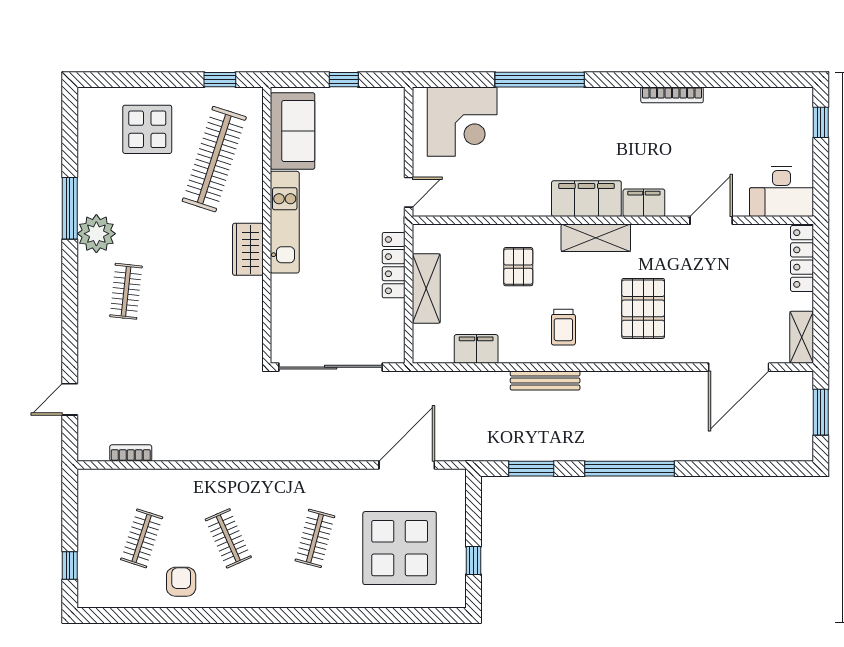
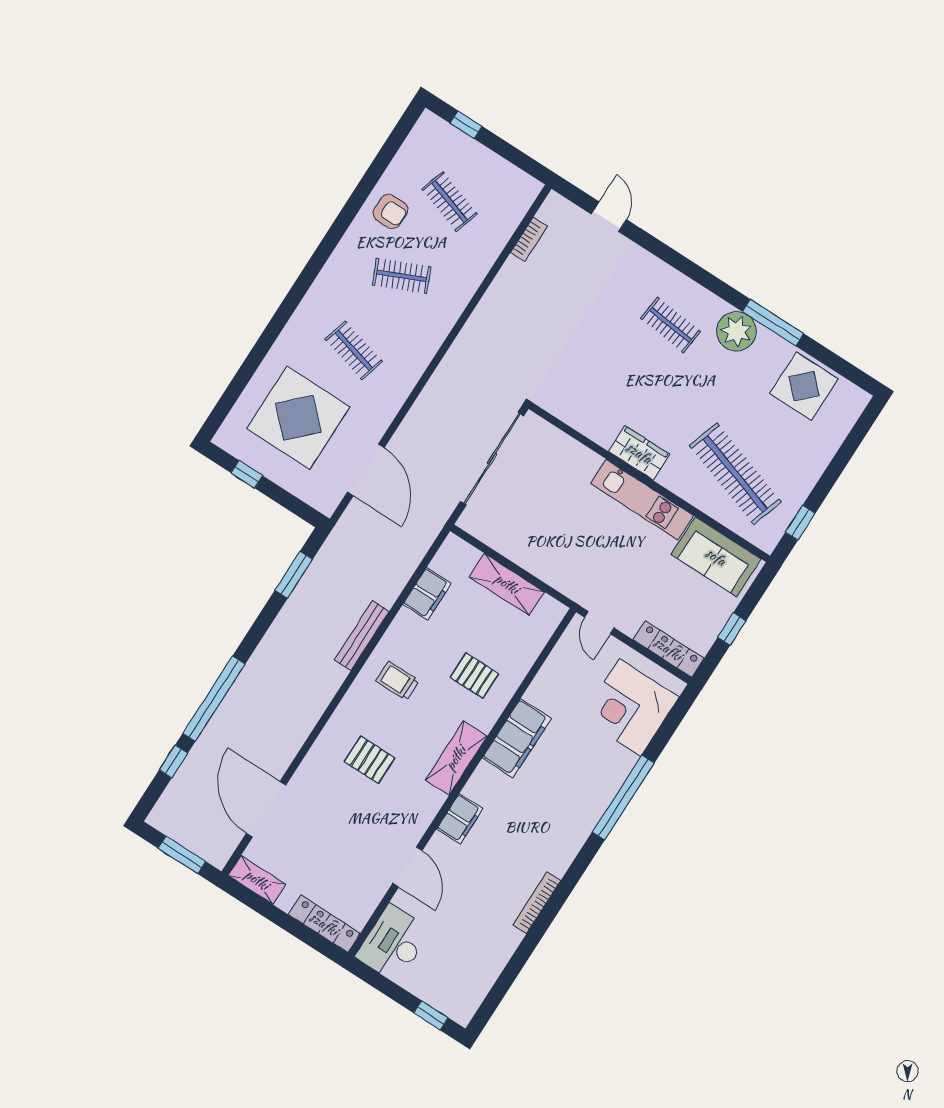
display table: (147, 129) -> (804, 386), moved
filing cabinet: (586, 199) -> (517, 738), moved
locker: (394, 265) -> (668, 649), moved
pallet: (643, 308) -> (369, 760), width x0.67, depth x0.71
window: (630, 469) -> (214, 699), moved
window: (748, 469) -> (173, 762), added

